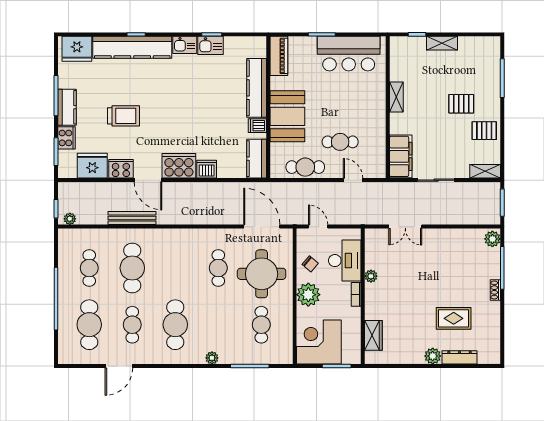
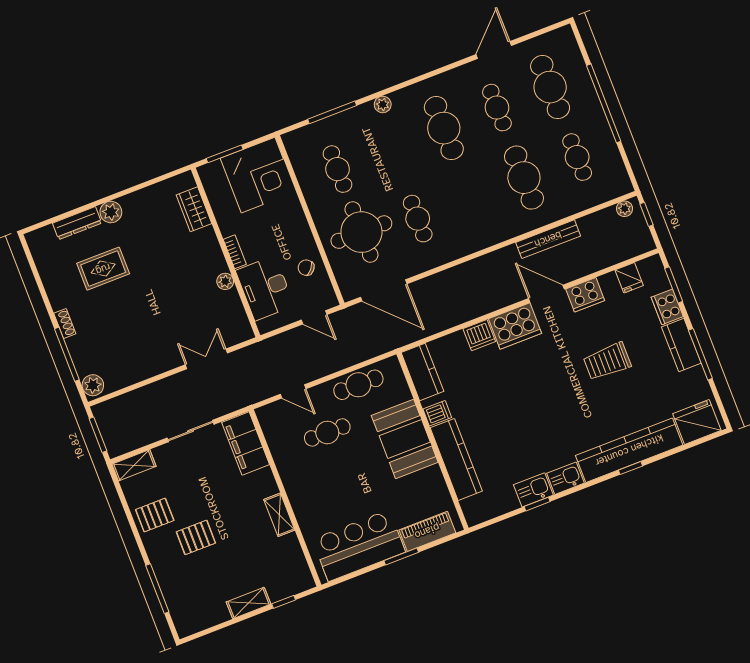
piano: (279, 56) -> (427, 531), moved, turned 90
fridge: (92, 166) -> (629, 278), width x0.53, depth x0.75
plant: (308, 295) -> (294, 229), removed

